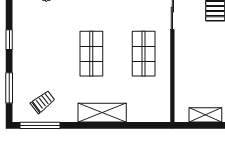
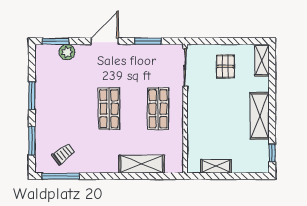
window: (9, 40) -> (32, 96), width x1.50
shelving: (102, 113) -> (142, 164), moved

